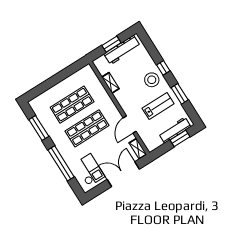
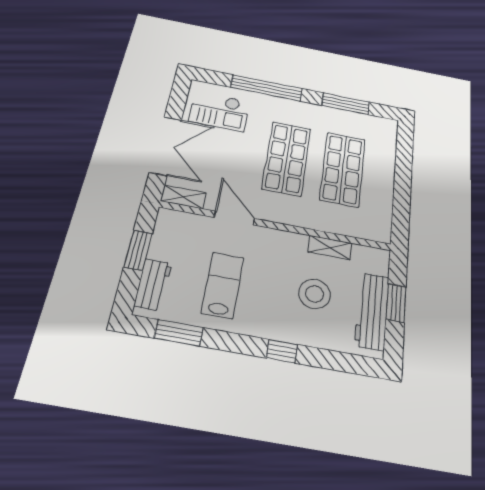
stool: (152, 80) -> (315, 294), moved
window: (180, 94) -> (179, 333), moved
lab bench: (158, 106) -> (223, 285), turned 180
workbench: (175, 130) -> (153, 284), width x0.73
window: (180, 138) -> (138, 250), moved

